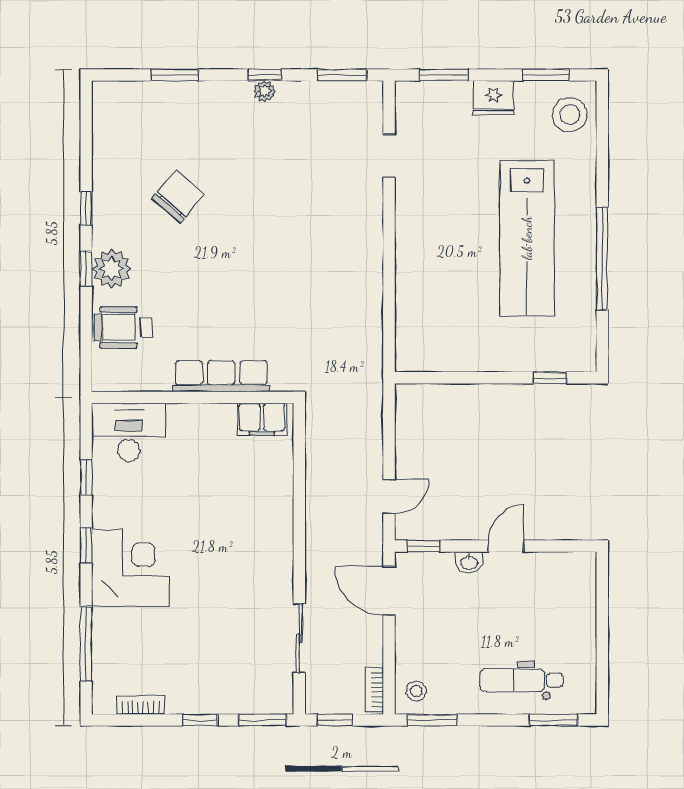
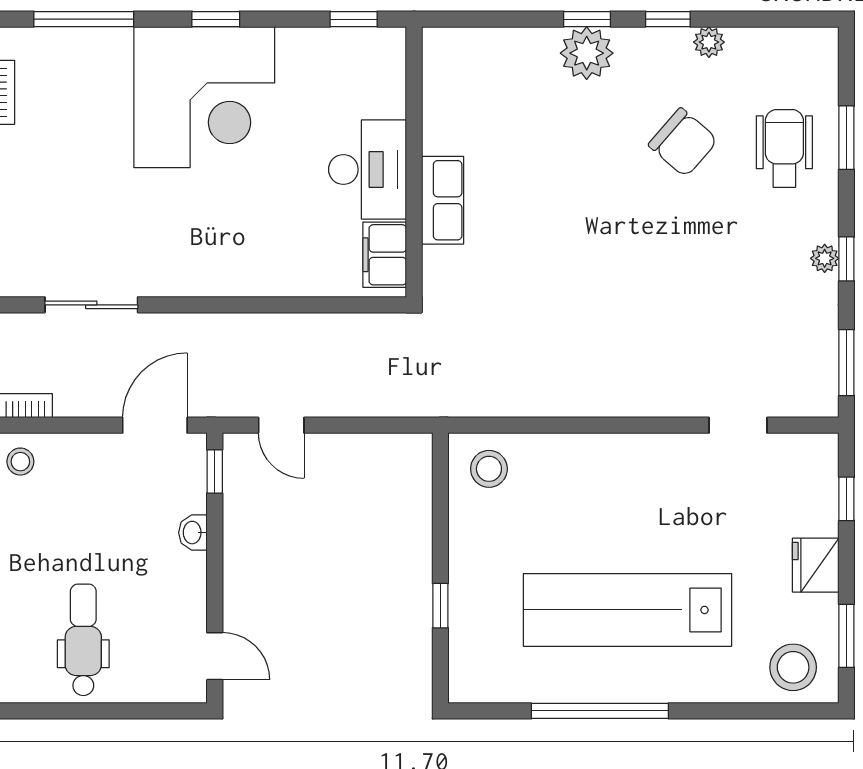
window: (444, 75) -> (846, 499), width x0.67
plant: (103, 177) -> (709, 42), added
wheelchair: (123, 328) -> (784, 148), moved
stool: (422, 342) -> (489, 469), added
row of seats: (221, 376) -> (443, 200), width x0.68
window: (550, 378) -> (440, 606), moved
desk: (129, 432) -> (368, 169), moved
window: (86, 477) -> (354, 19), moved
door: (506, 546) -> (215, 656), moved
corner desk: (130, 568) -> (204, 97), width x1.36, depth x1.36
dental chair: (521, 680) -> (83, 640), moved

